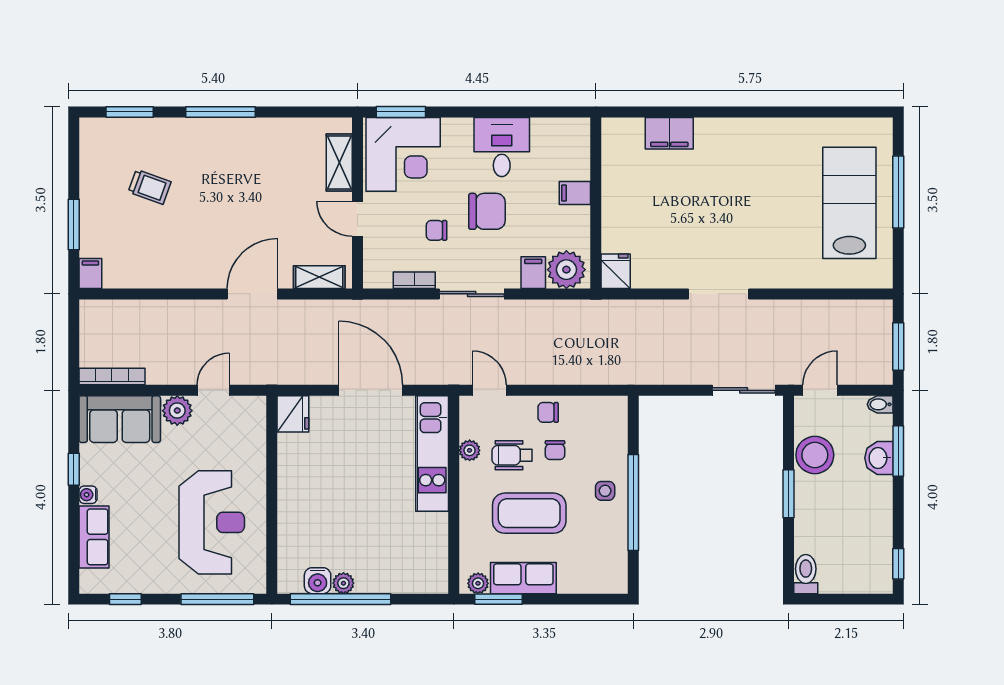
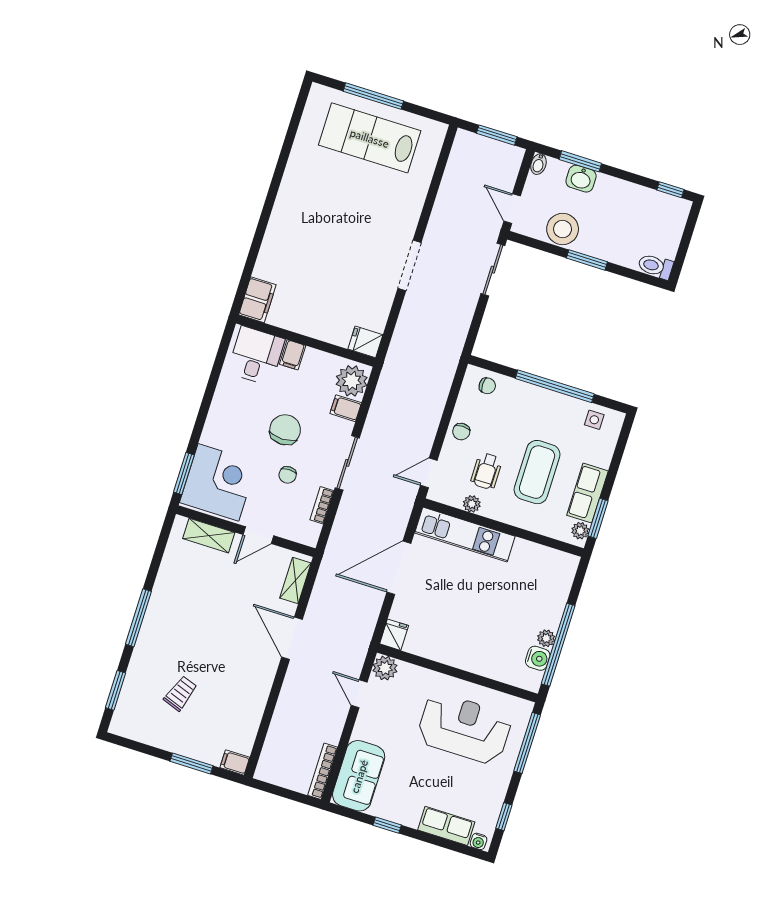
filing cabinet: (669, 133) -> (257, 300), moved
desk: (502, 147) -> (256, 356), moved, turned 90
plant: (177, 411) -> (385, 668), moved
fridge: (293, 414) -> (394, 635), width x0.72
chair: (555, 450) -> (487, 386), moved
side table: (605, 491) -> (594, 420), moved
water cooler: (88, 495) -> (479, 841), moved

